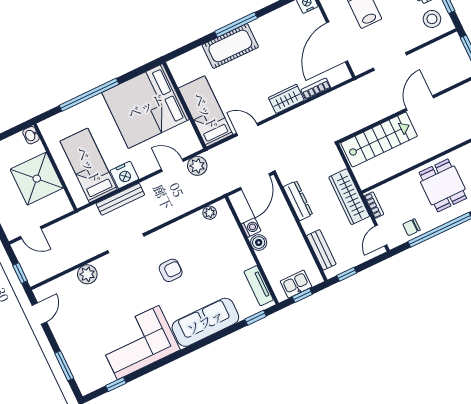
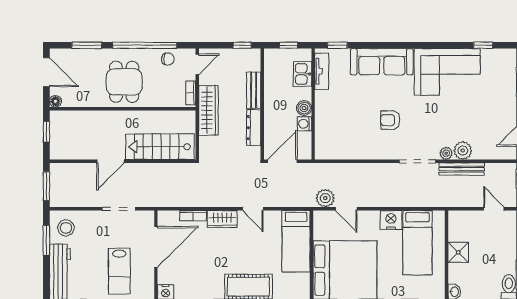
door: (247, 129) -> (253, 209), moved
shower: (37, 179) -> (458, 252), width x0.54, depth x0.54
bench: (120, 199) -> (462, 169), moved
plant: (210, 213) -> (446, 153), moved
bench: (321, 250) -> (254, 90), moved
kitchen sink: (296, 284) -> (302, 74), moved, turned 90

